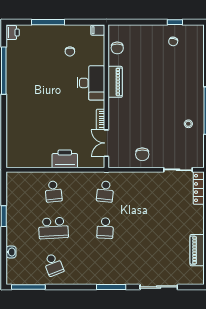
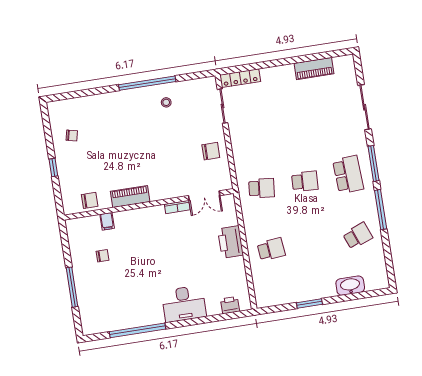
window: (175, 22) -> (53, 168), moved
filing cabinet: (98, 30) -> (107, 221), moved
printer: (13, 33) -> (230, 305), moved
desk: (91, 83) -> (184, 304), moved, turned 180
school desk: (53, 228) -> (348, 175), moved
washbasin: (11, 252) -> (350, 286), width x1.91, depth x1.45
window: (28, 287) -> (381, 210), moved

